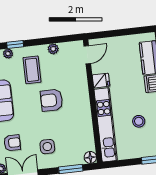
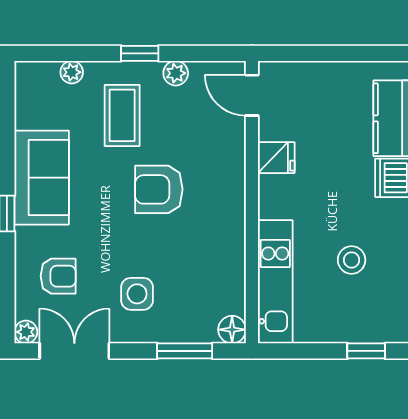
window: (15, 45) -> (140, 53), moved
door: (87, 55) -> (252, 95), swing flipped
kitchen unit: (106, 125) -> (275, 282), width x0.73

